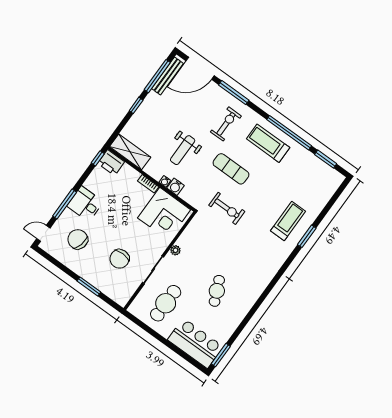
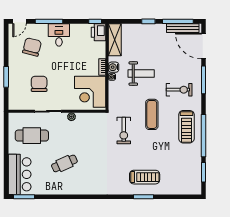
treadmill: (268, 143) -> (186, 127), turned 180
weight bench: (183, 150) -> (141, 74), turned 180
water cooler: (176, 187) -> (114, 67), moved
door: (43, 233) -> (19, 21), swing flipped
chair: (119, 259) -> (39, 84), turned 90

